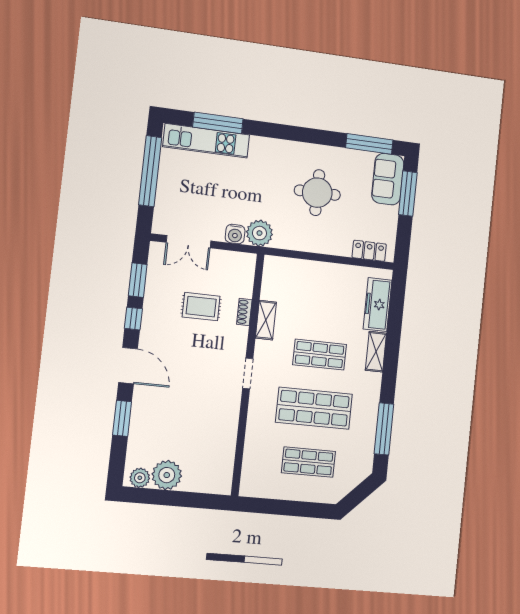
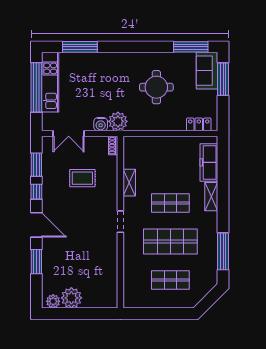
kitchen unit: (206, 141) -> (50, 82), moved, turned -90
shoe rack: (244, 312) -> (113, 146), moved

